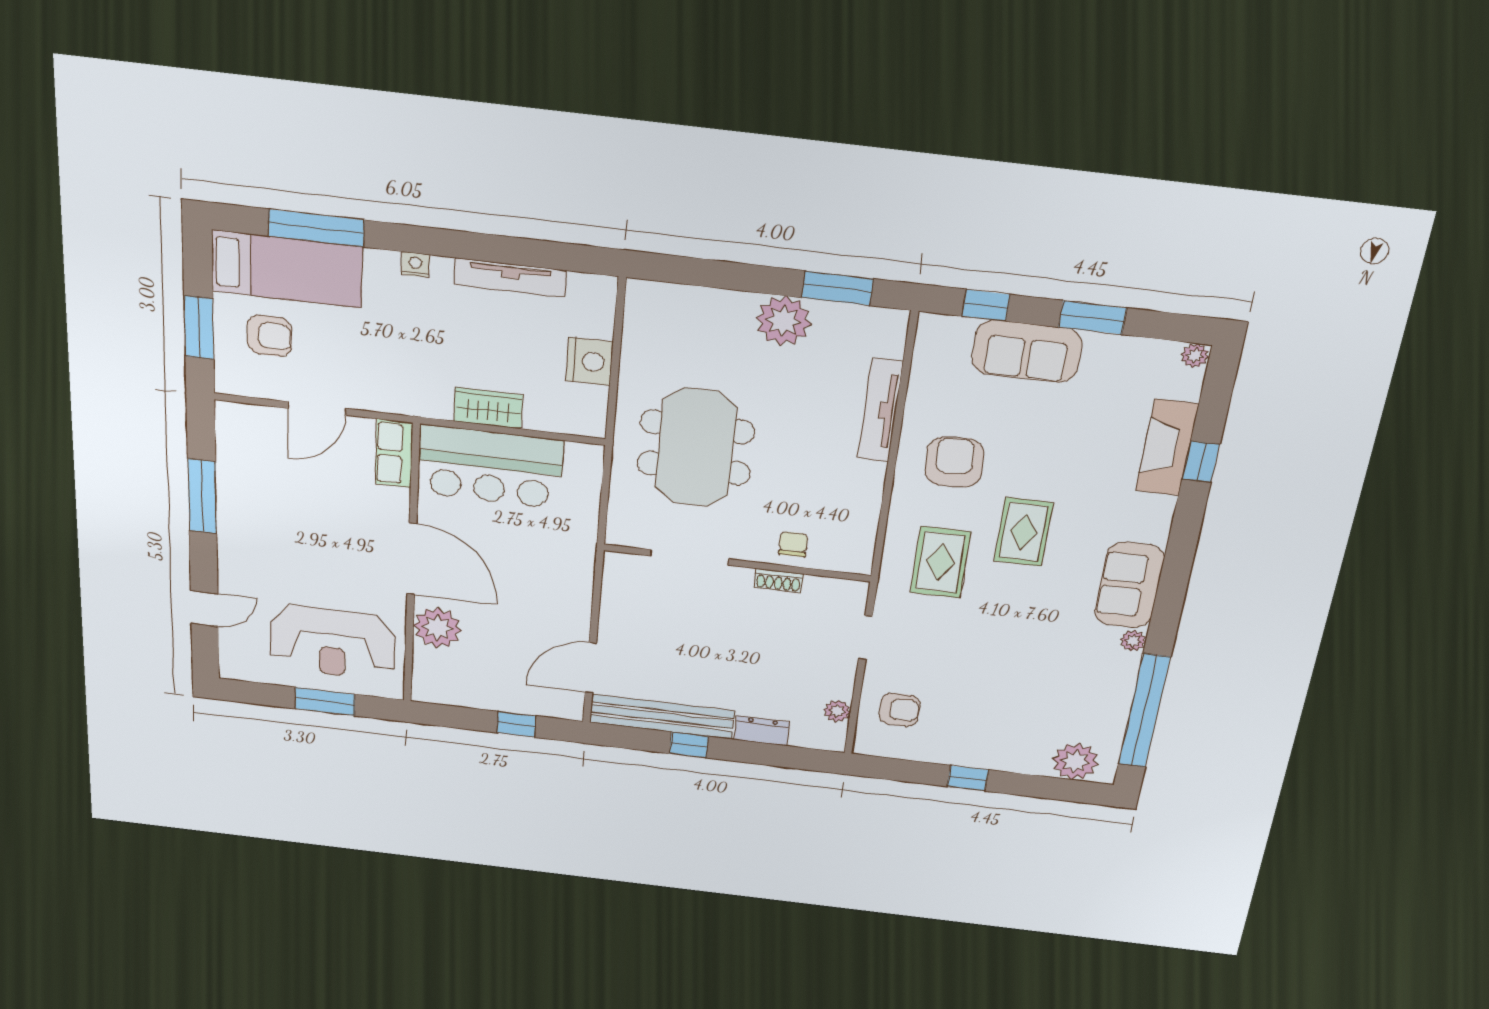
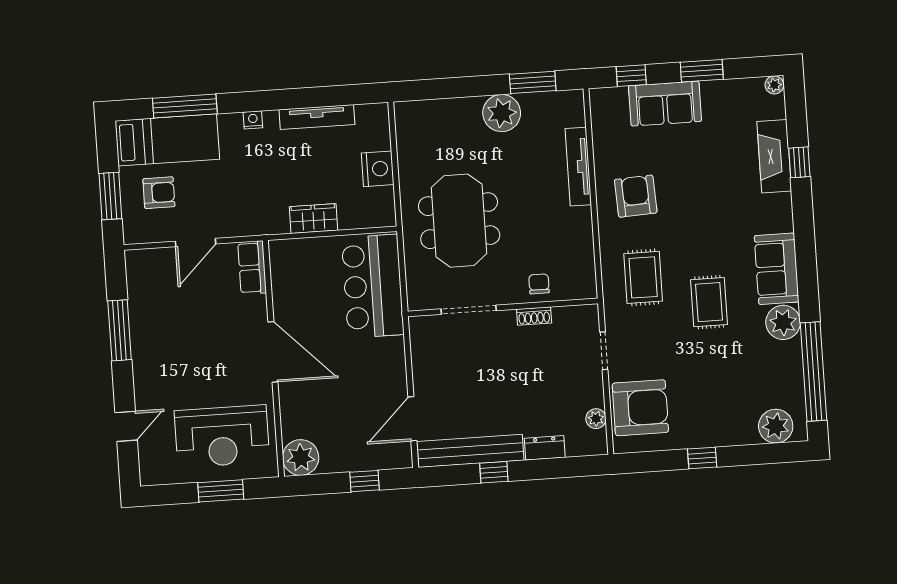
bar counter: (490, 467) -> (373, 286), moved, turned 90
rug: (1023, 532) -> (709, 302), moved
plant: (437, 628) -> (301, 458), moved
plant: (1133, 641) -> (783, 322), width x1.88, depth x1.88
armchair: (900, 710) -> (640, 408), width x1.88, depth x1.88

